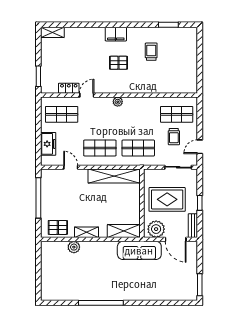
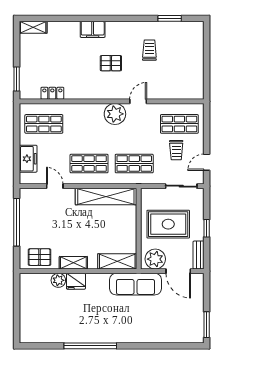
filing cabinet: (116, 34) -> (93, 29), moved
door: (87, 95) -> (138, 101), moved
plant: (118, 102) -> (115, 114), width x1.87, depth x1.87
fridge: (89, 248) -> (76, 281), added

